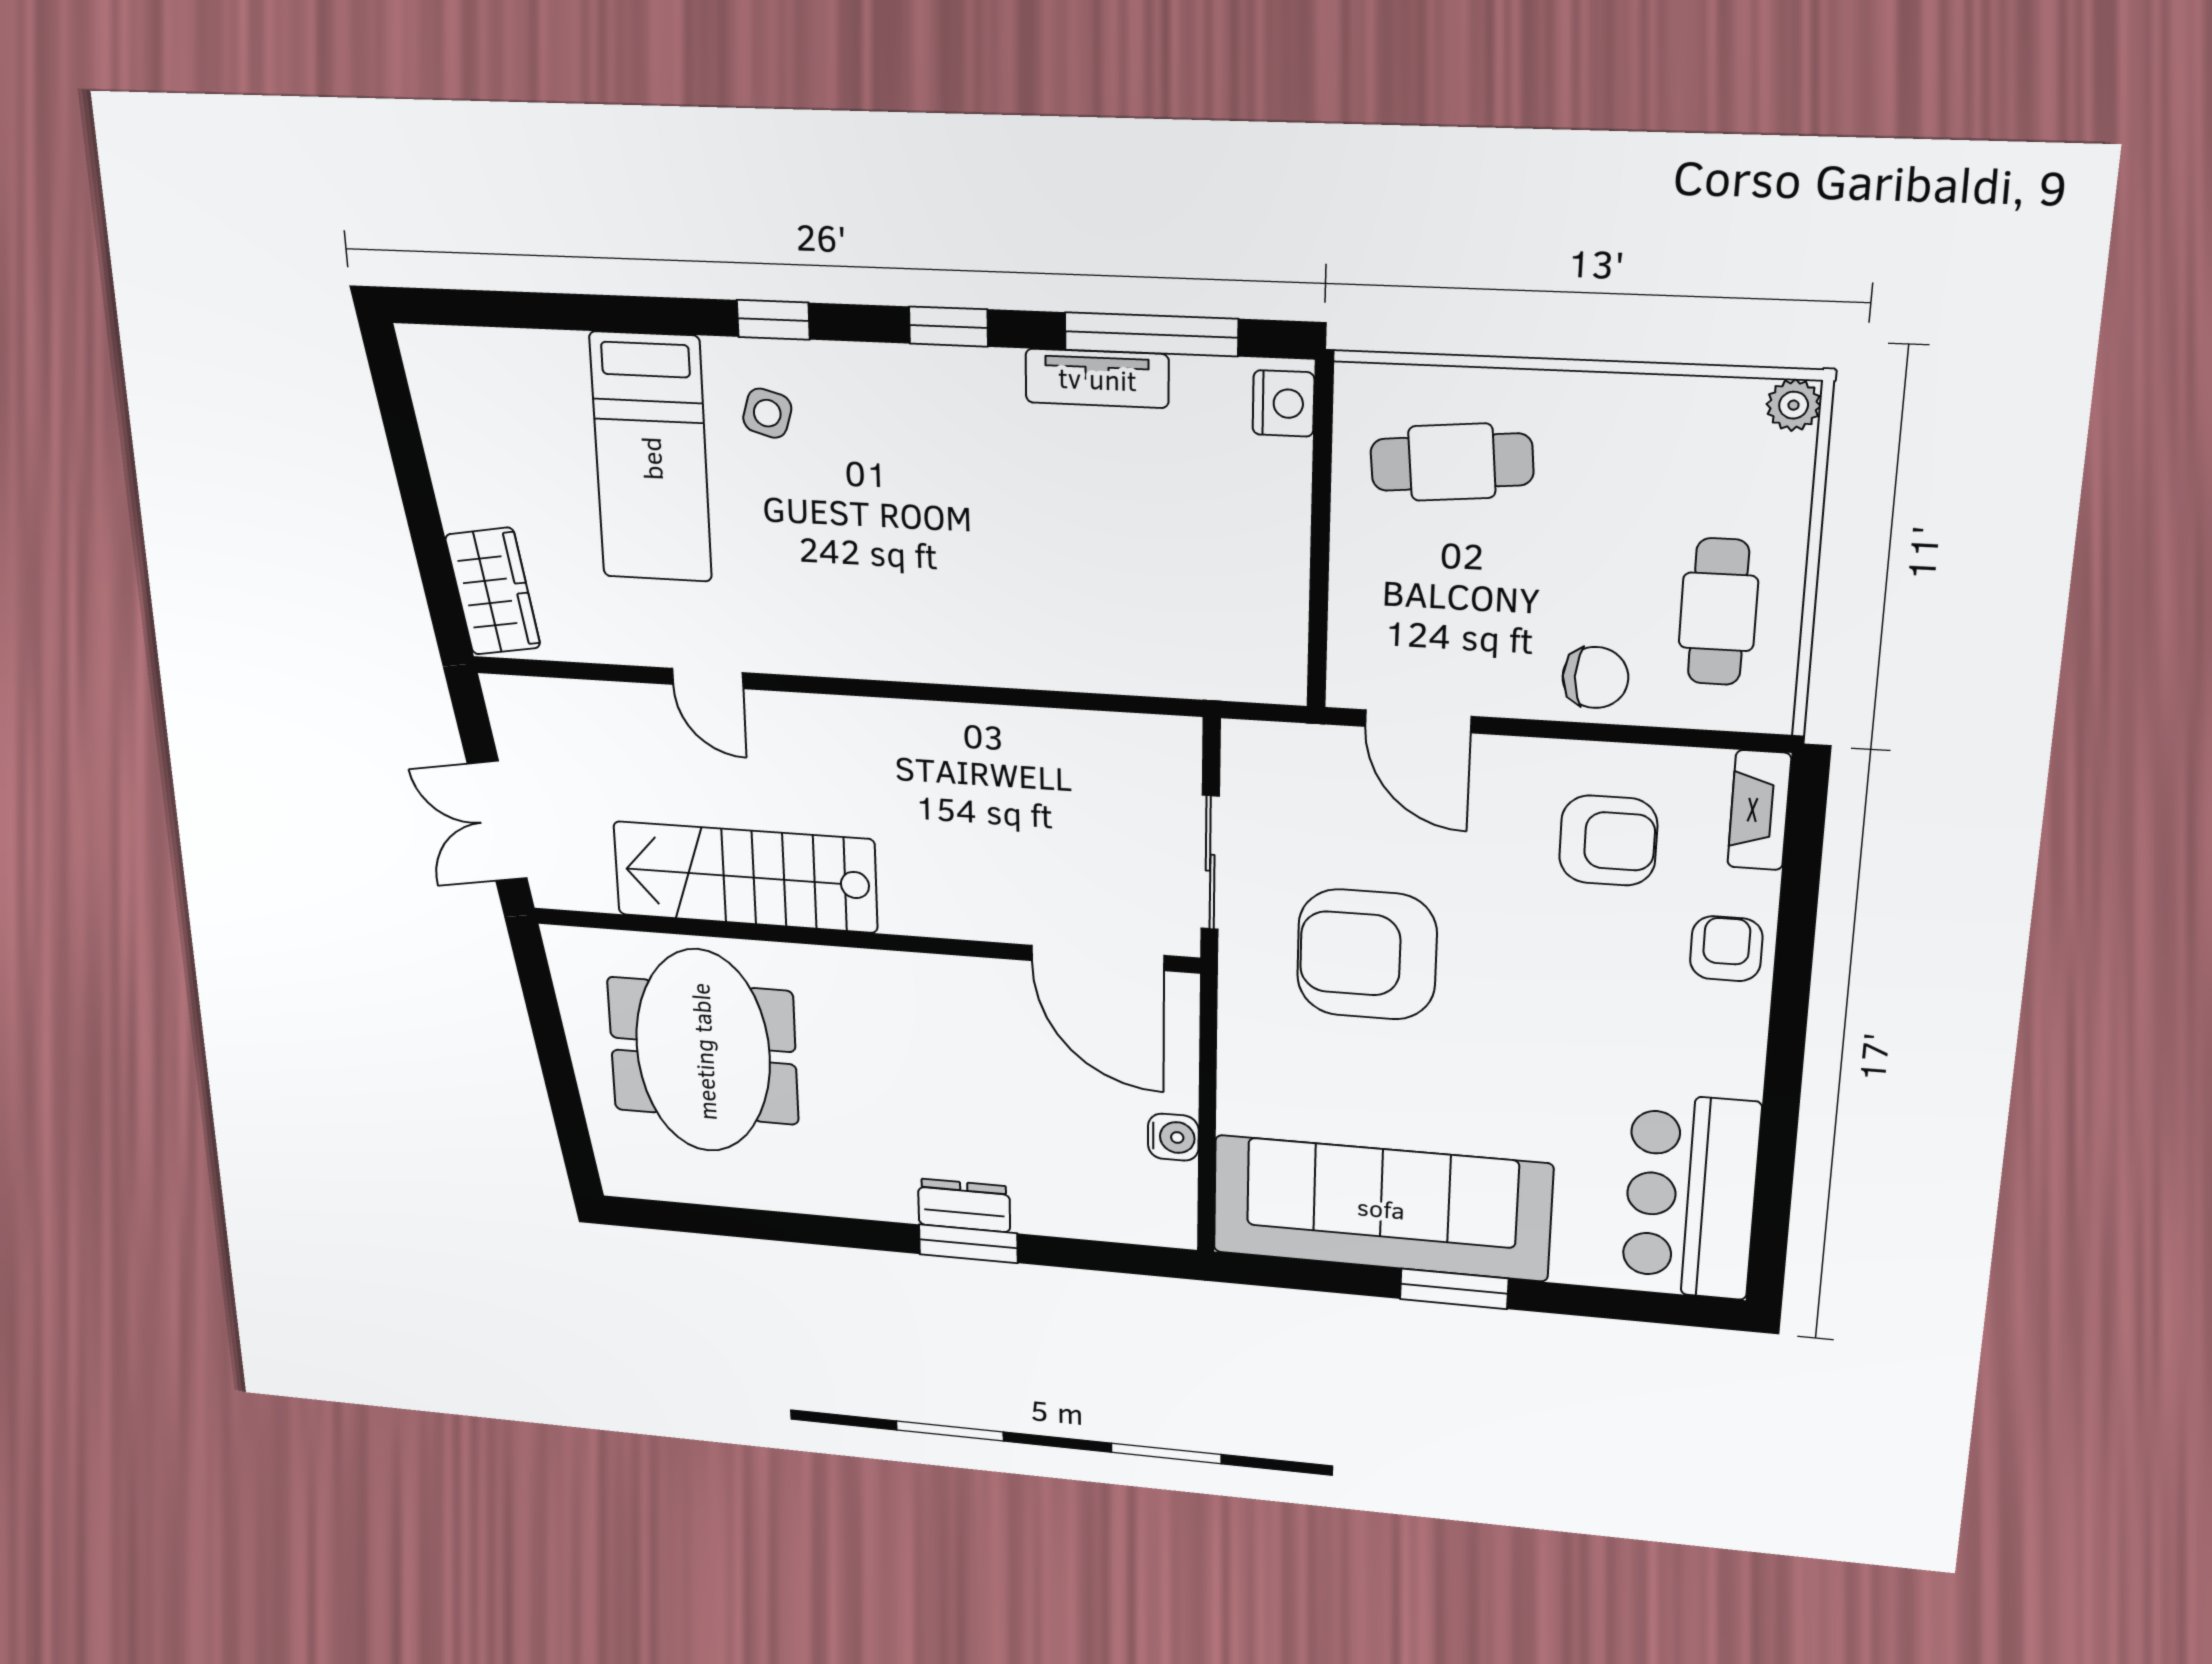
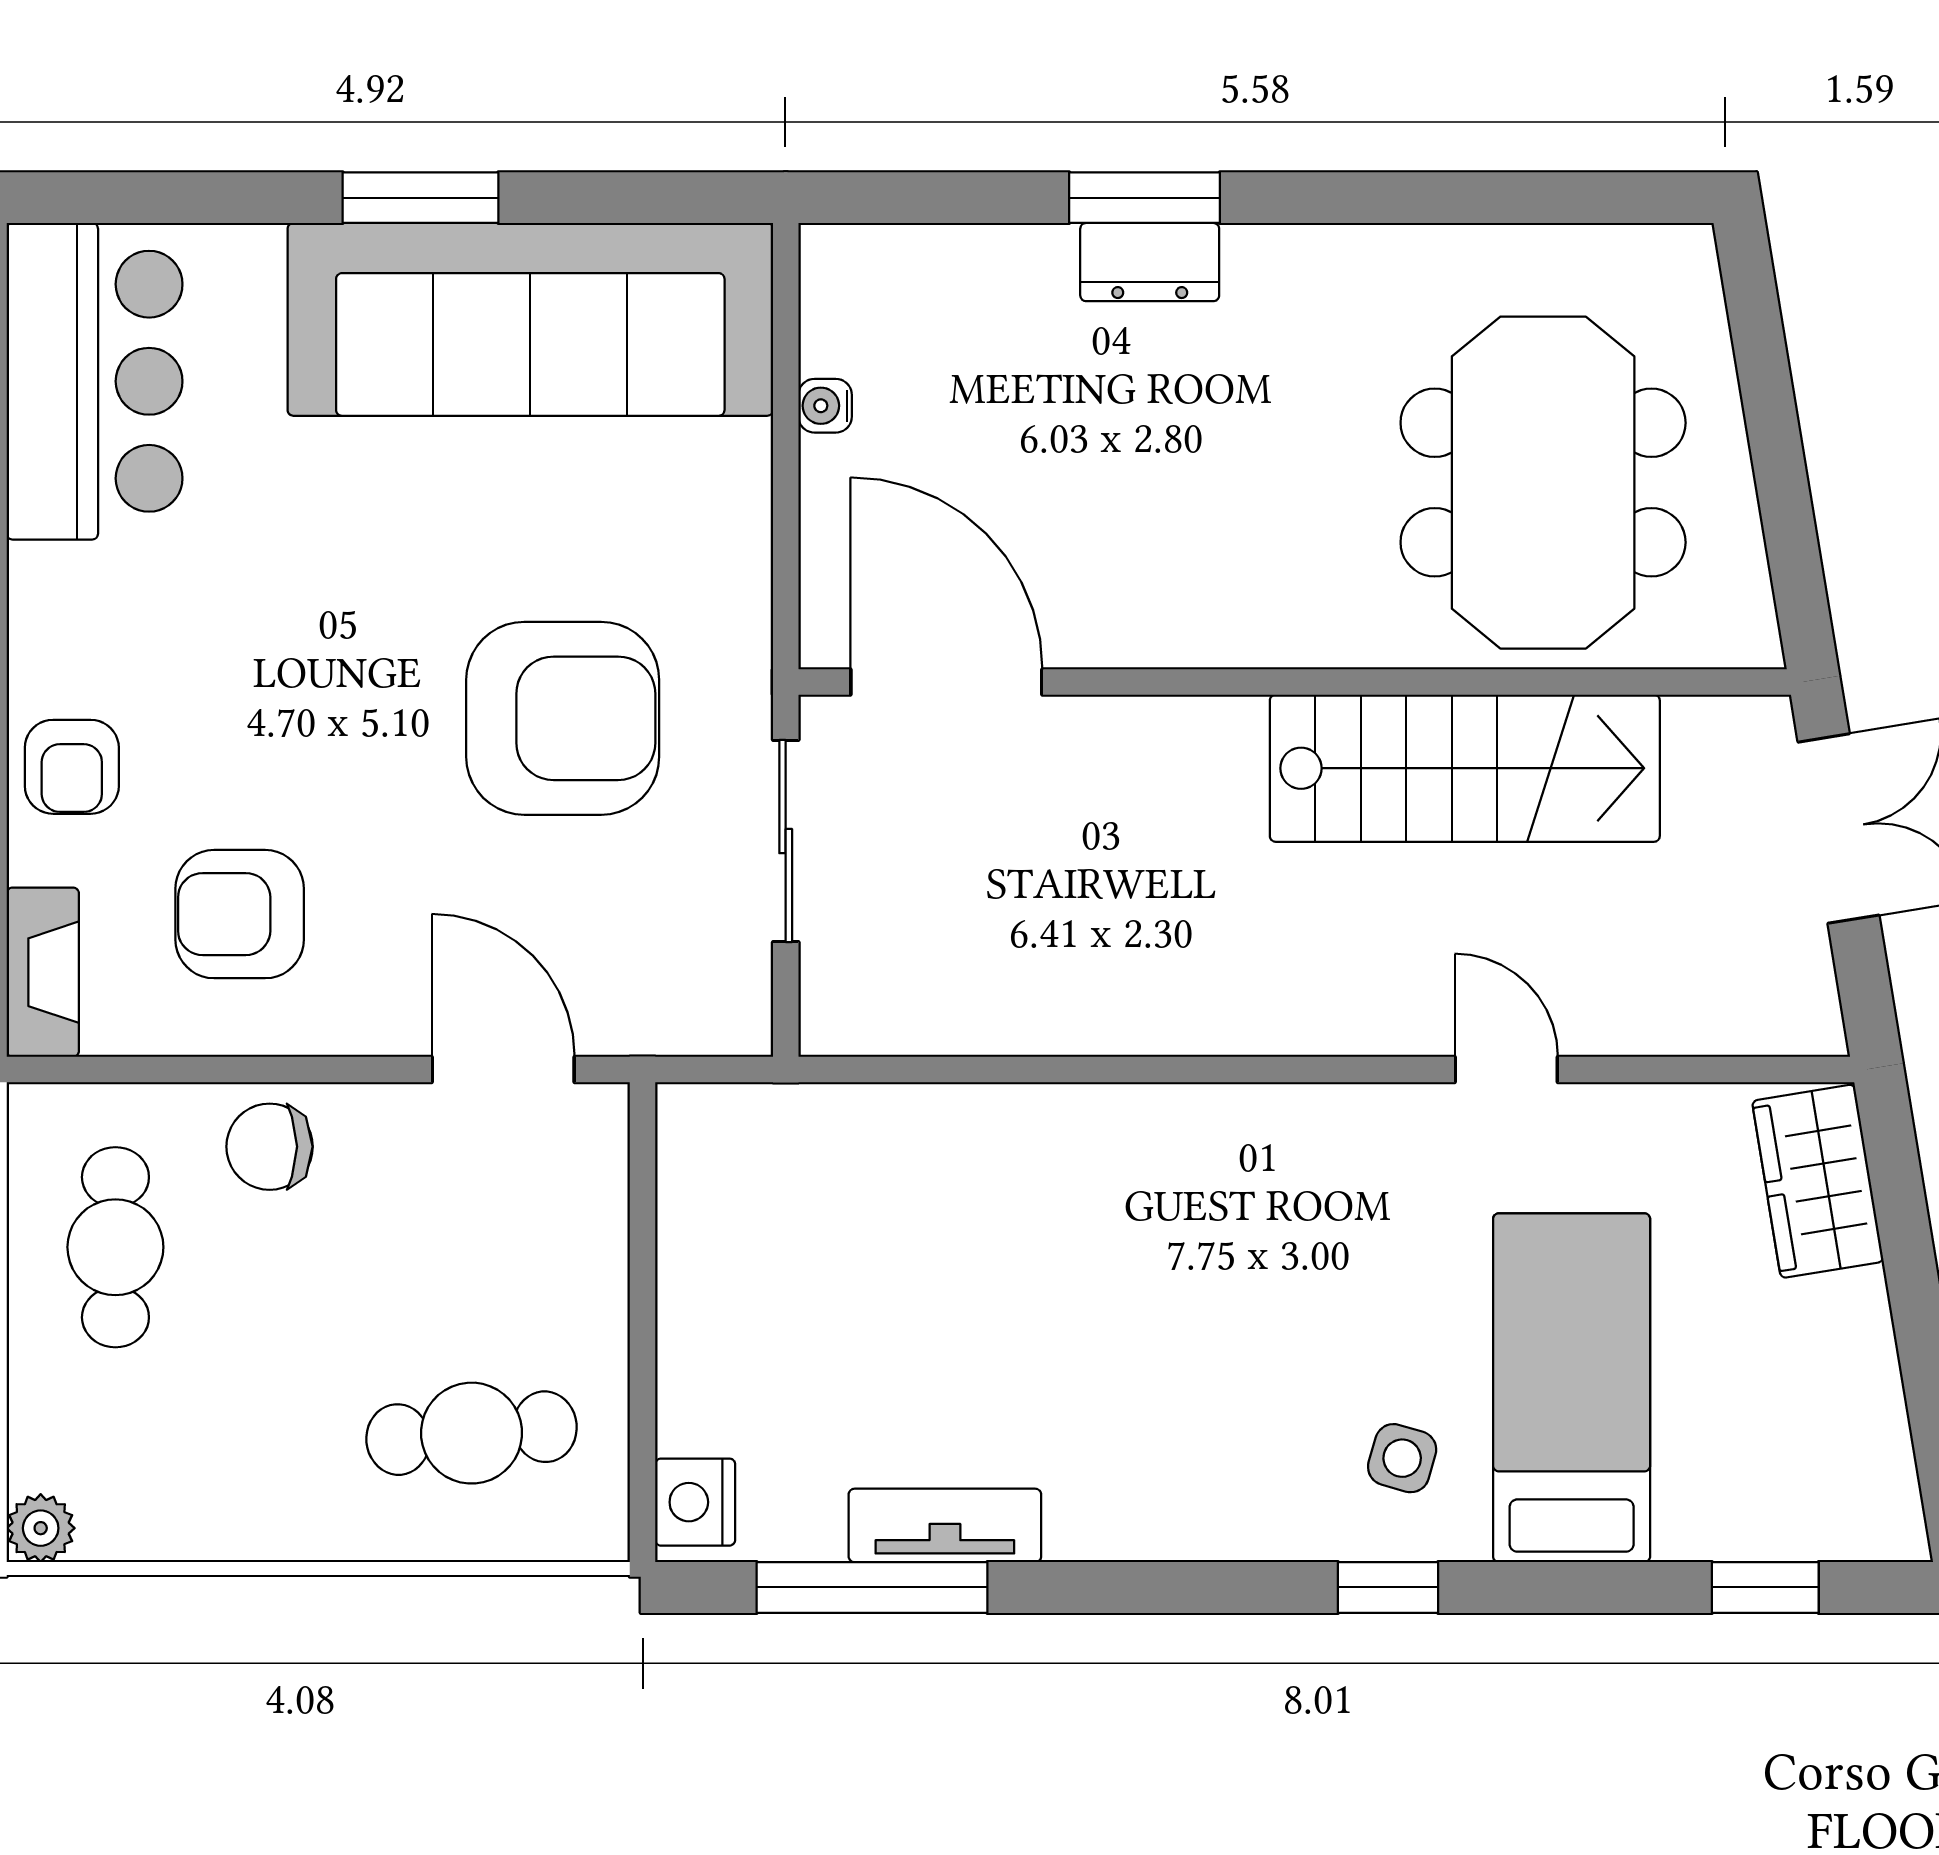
window: (948, 327) -> (1765, 1587), moved
water cooler: (1173, 1137) -> (825, 406), width x0.72, depth x0.72

